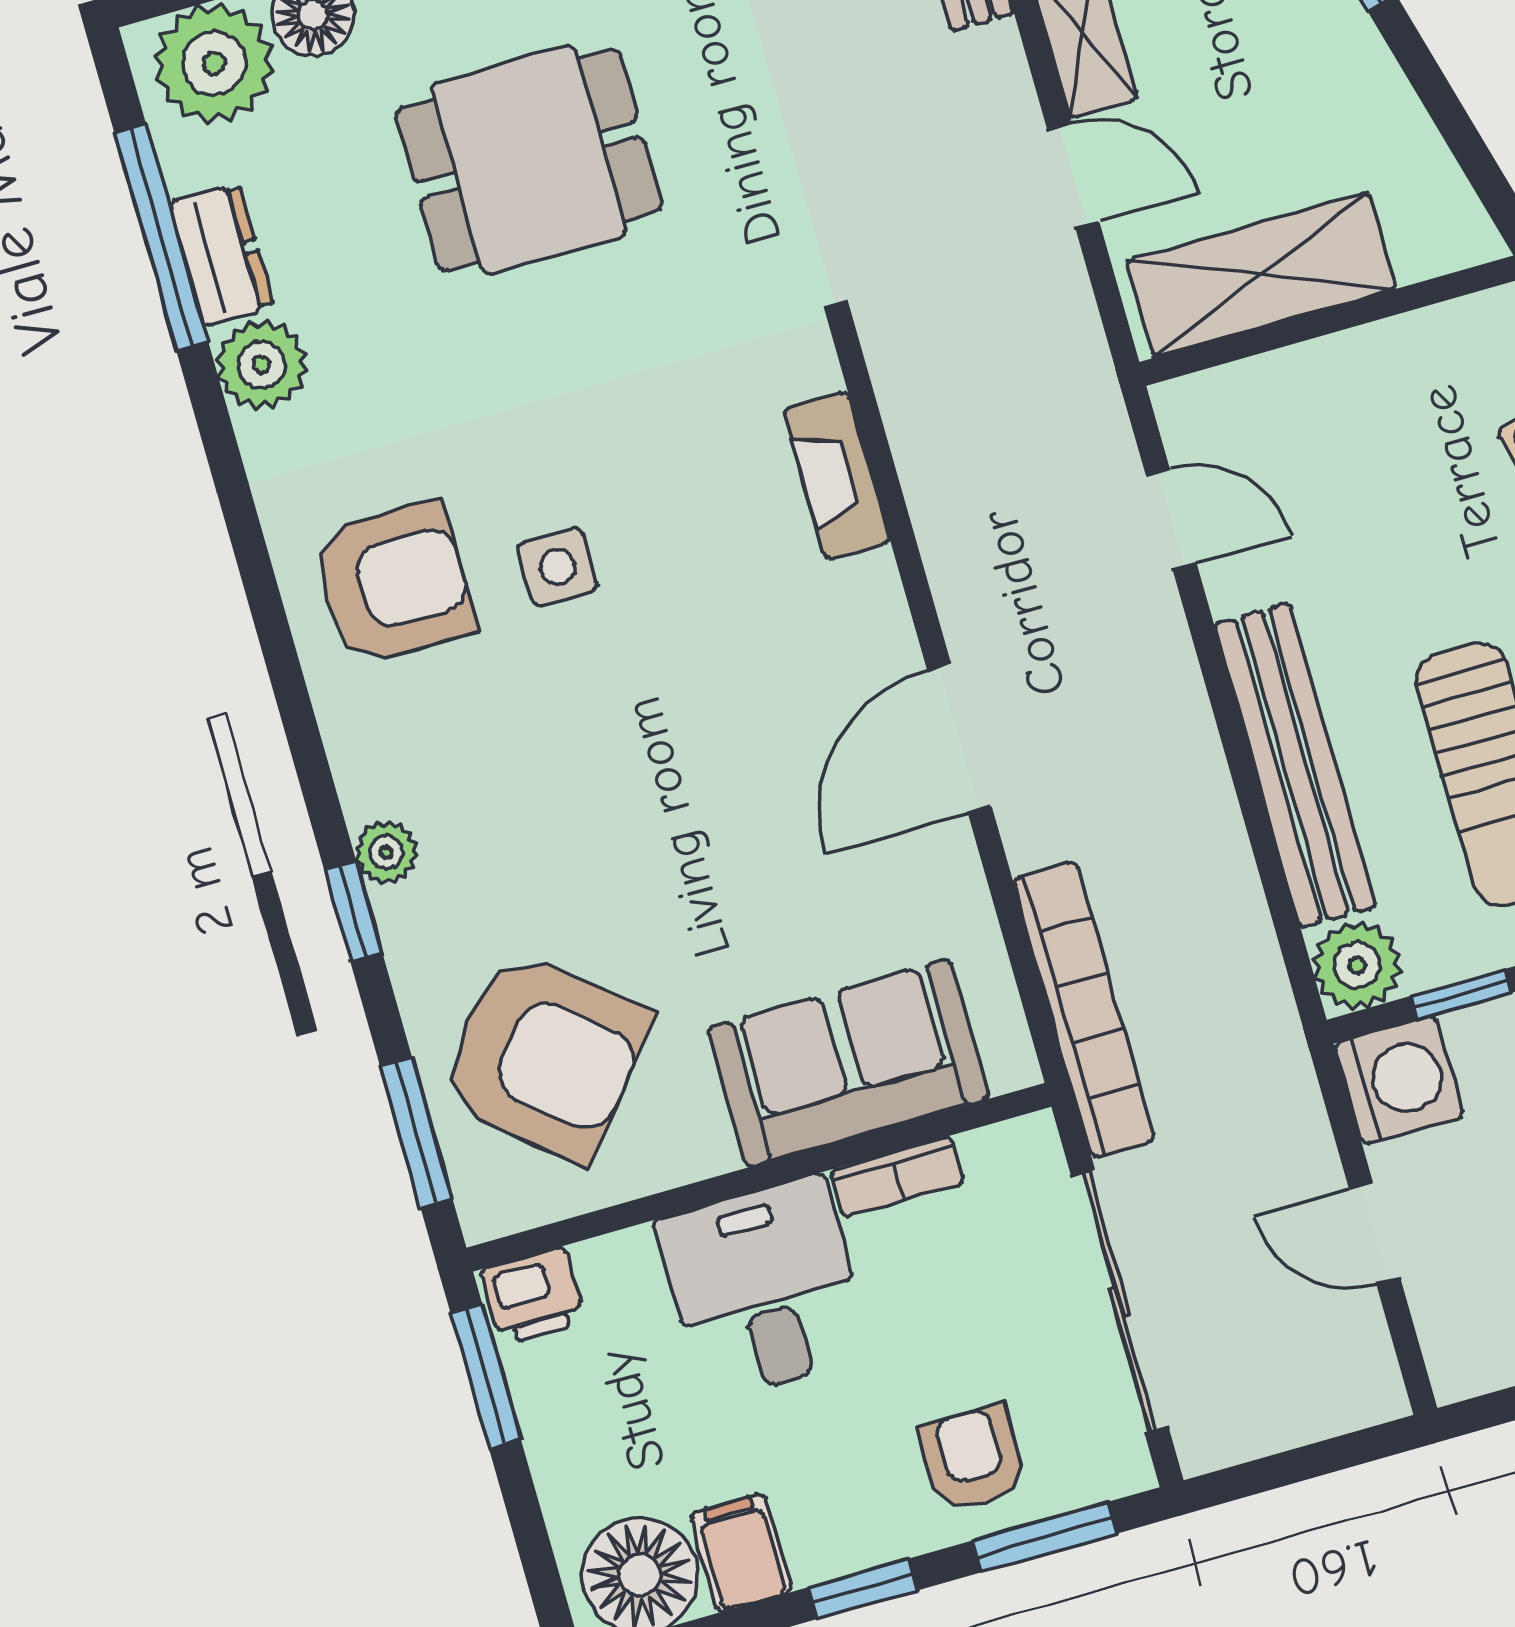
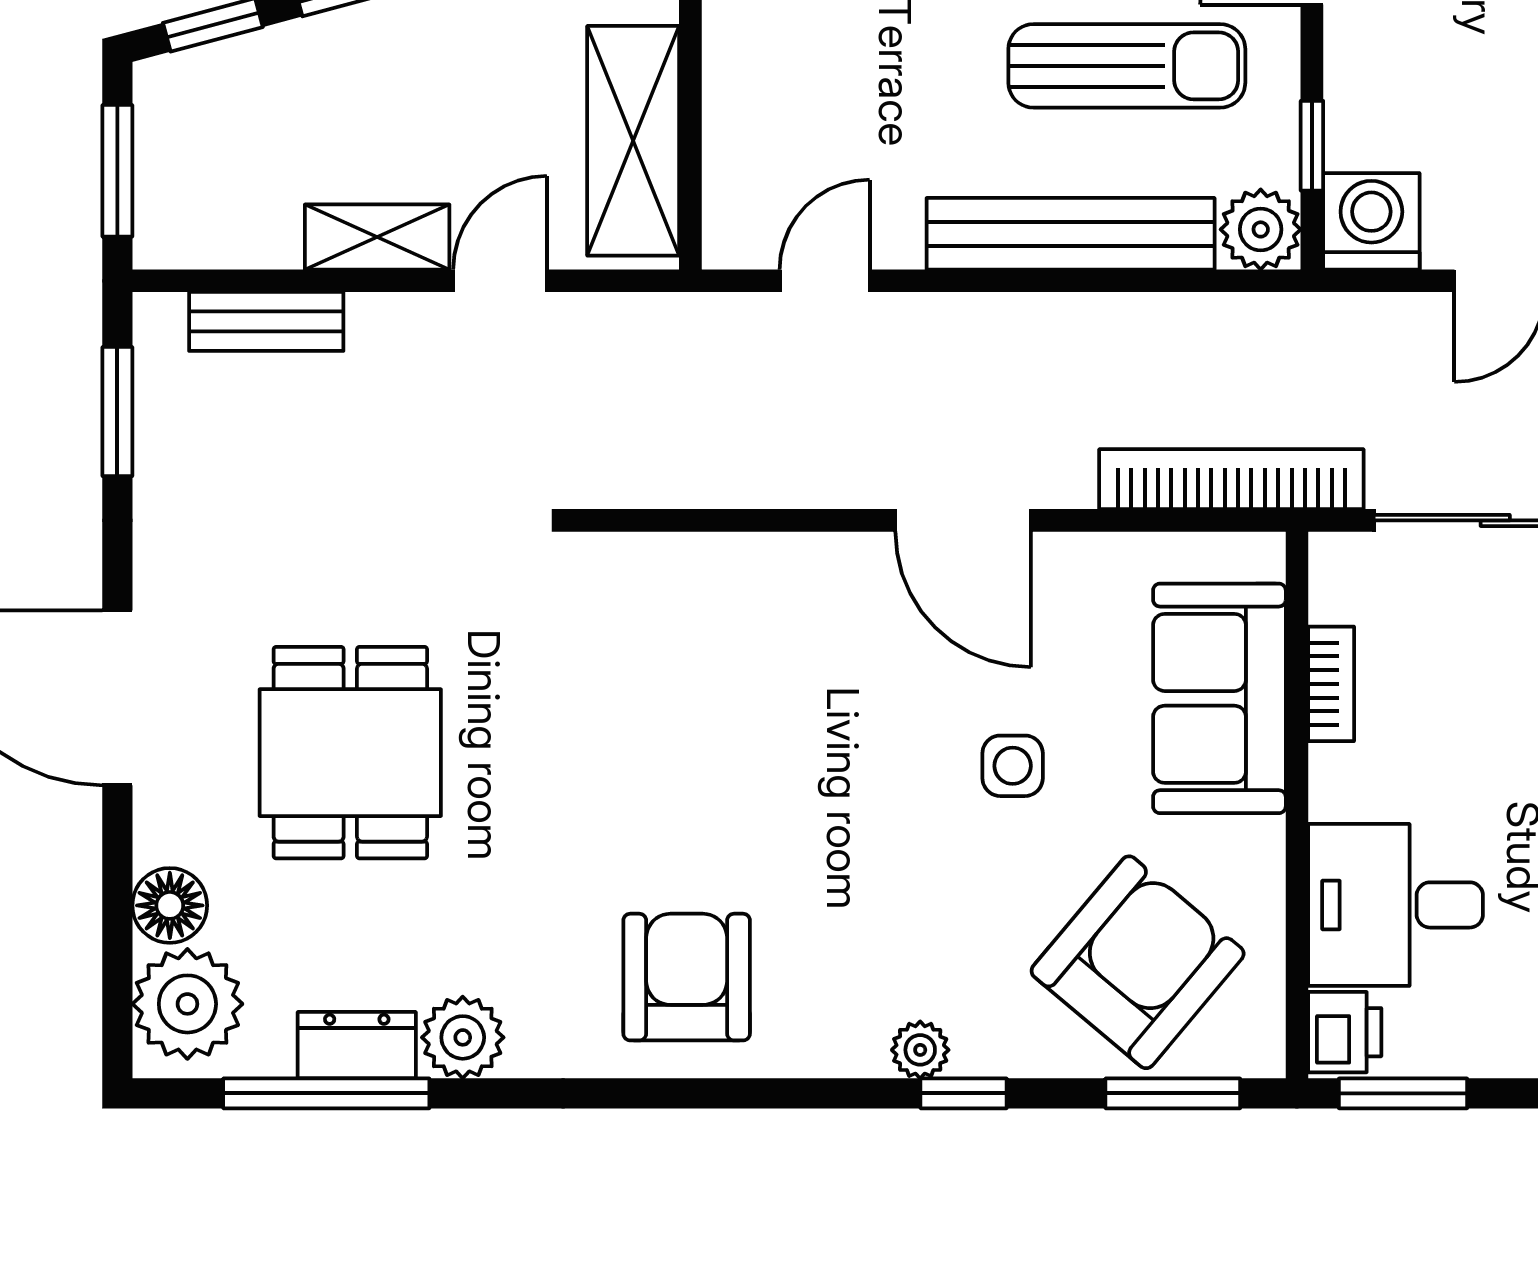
fireplace: (837, 476) -> (703, 562), removed
side table: (558, 567) -> (1013, 766), moved
desk: (764, 1289) -> (1396, 905), moved

